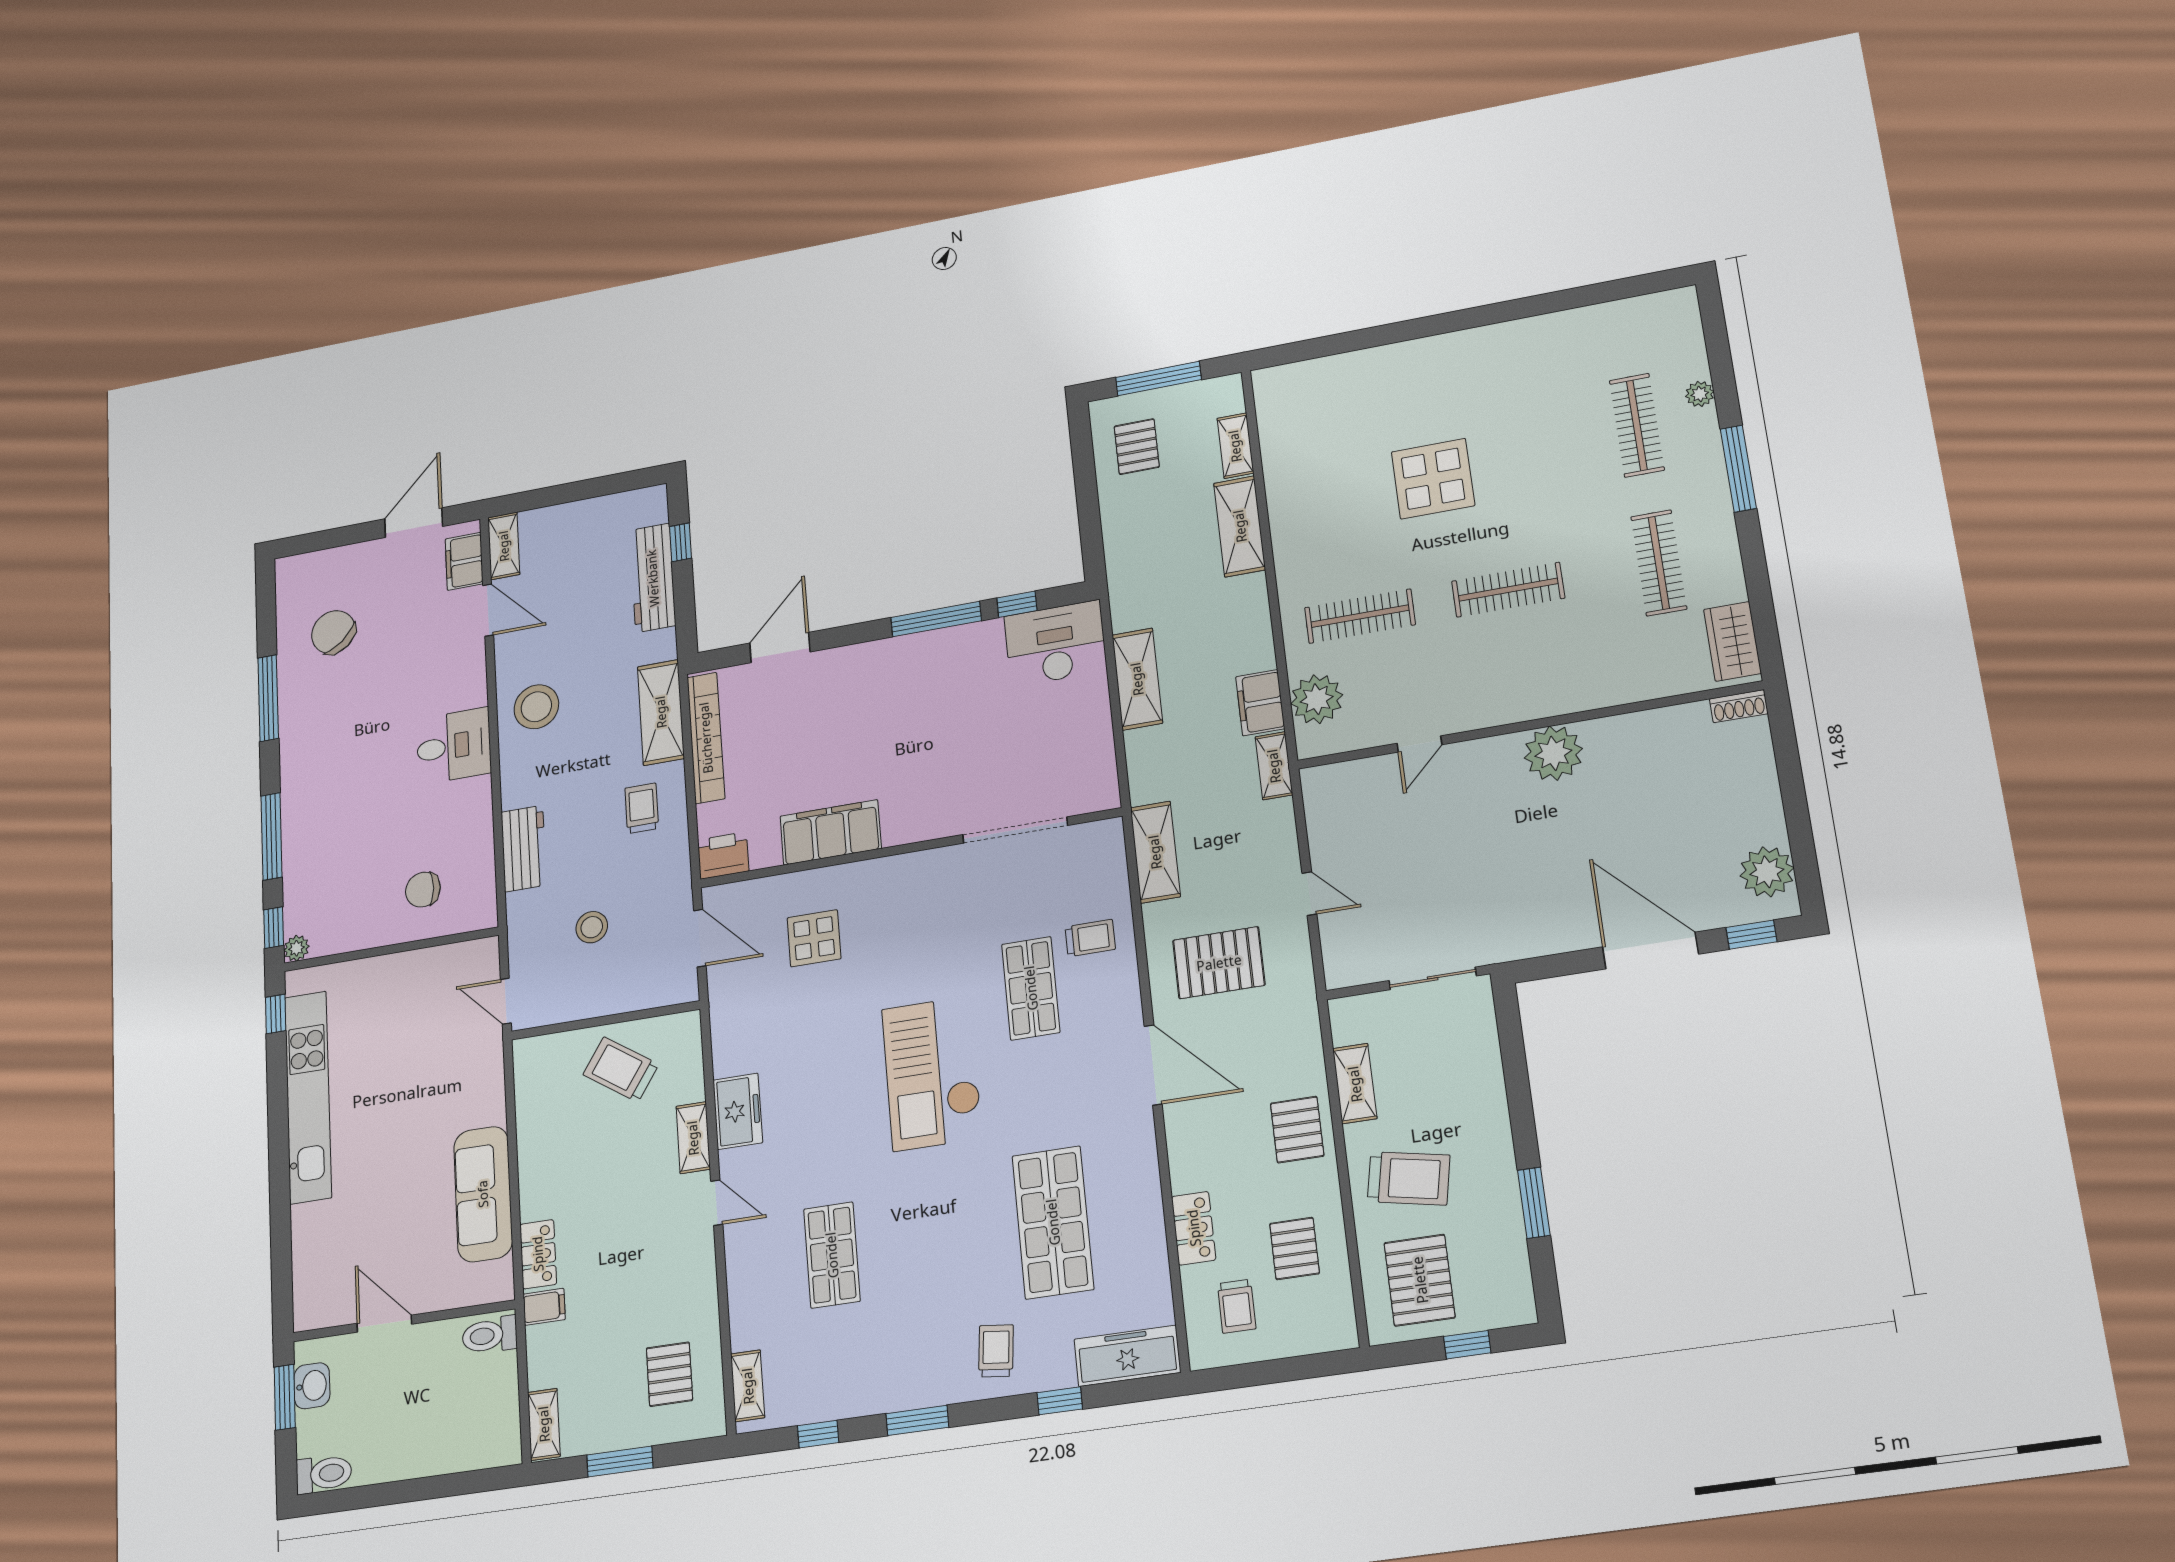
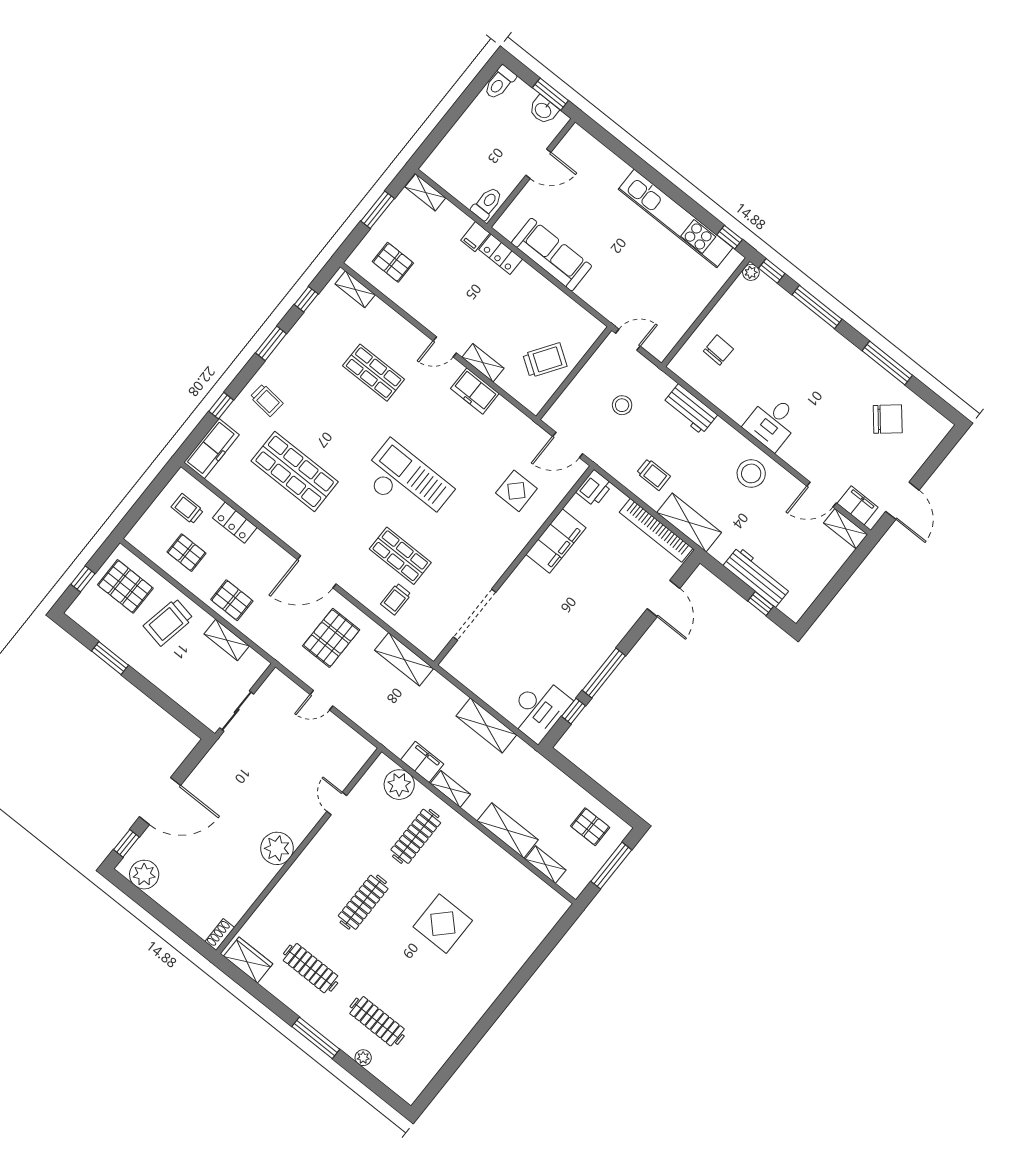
shelving: (1274, 766) -> (450, 789), moved

